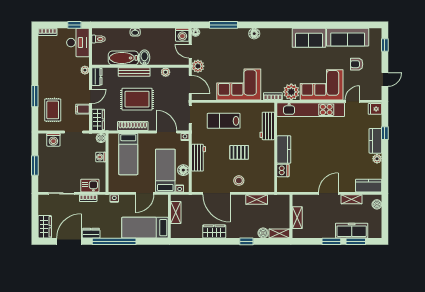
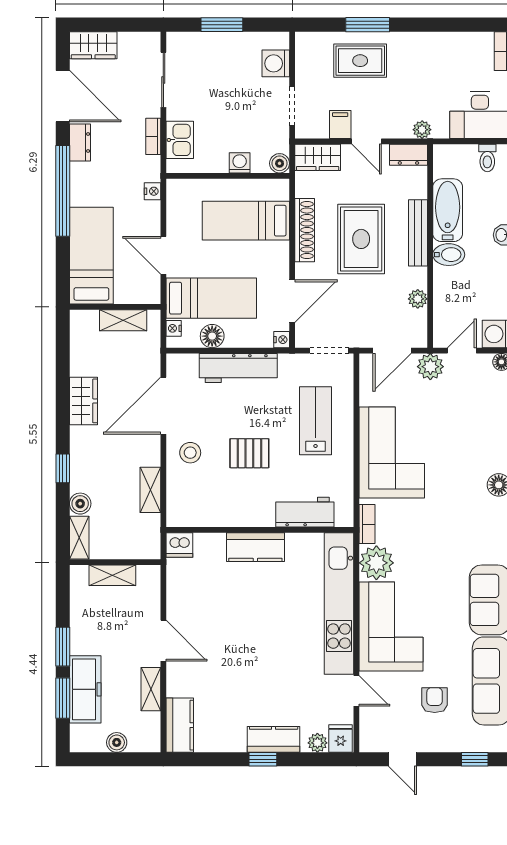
rug: (53, 110) -> (360, 61), moved
window: (385, 133) -> (263, 759), moved
pallet: (239, 152) -> (249, 453), turned 90
workbench: (198, 158) -> (238, 368), width x1.38
plant: (377, 159) -> (317, 743), moved
dishwasher: (283, 170) -> (179, 545), moved
boiler: (377, 204) -> (117, 742), moved

